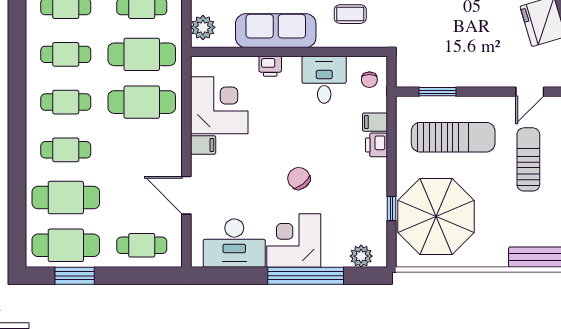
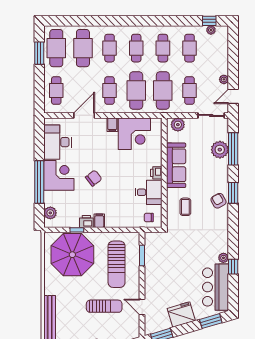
printer: (270, 66) -> (156, 173), moved
filing cabinet: (375, 122) -> (99, 221), moved
printer: (376, 145) -> (86, 221), moved
cafe table: (142, 150) -> (110, 90), added

